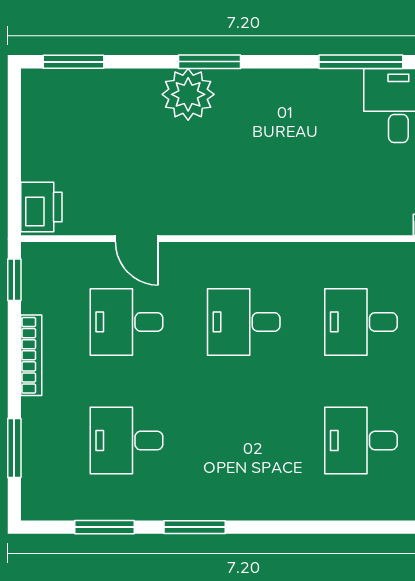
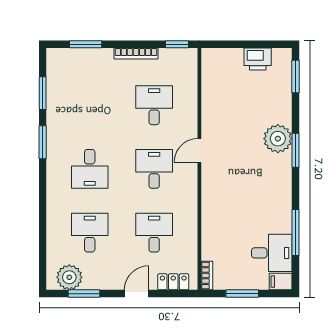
printer: (41, 207) -> (258, 59), moved
door: (137, 239) -> (199, 150), moved
desk: (127, 441) -> (90, 169), moved, turned 180

